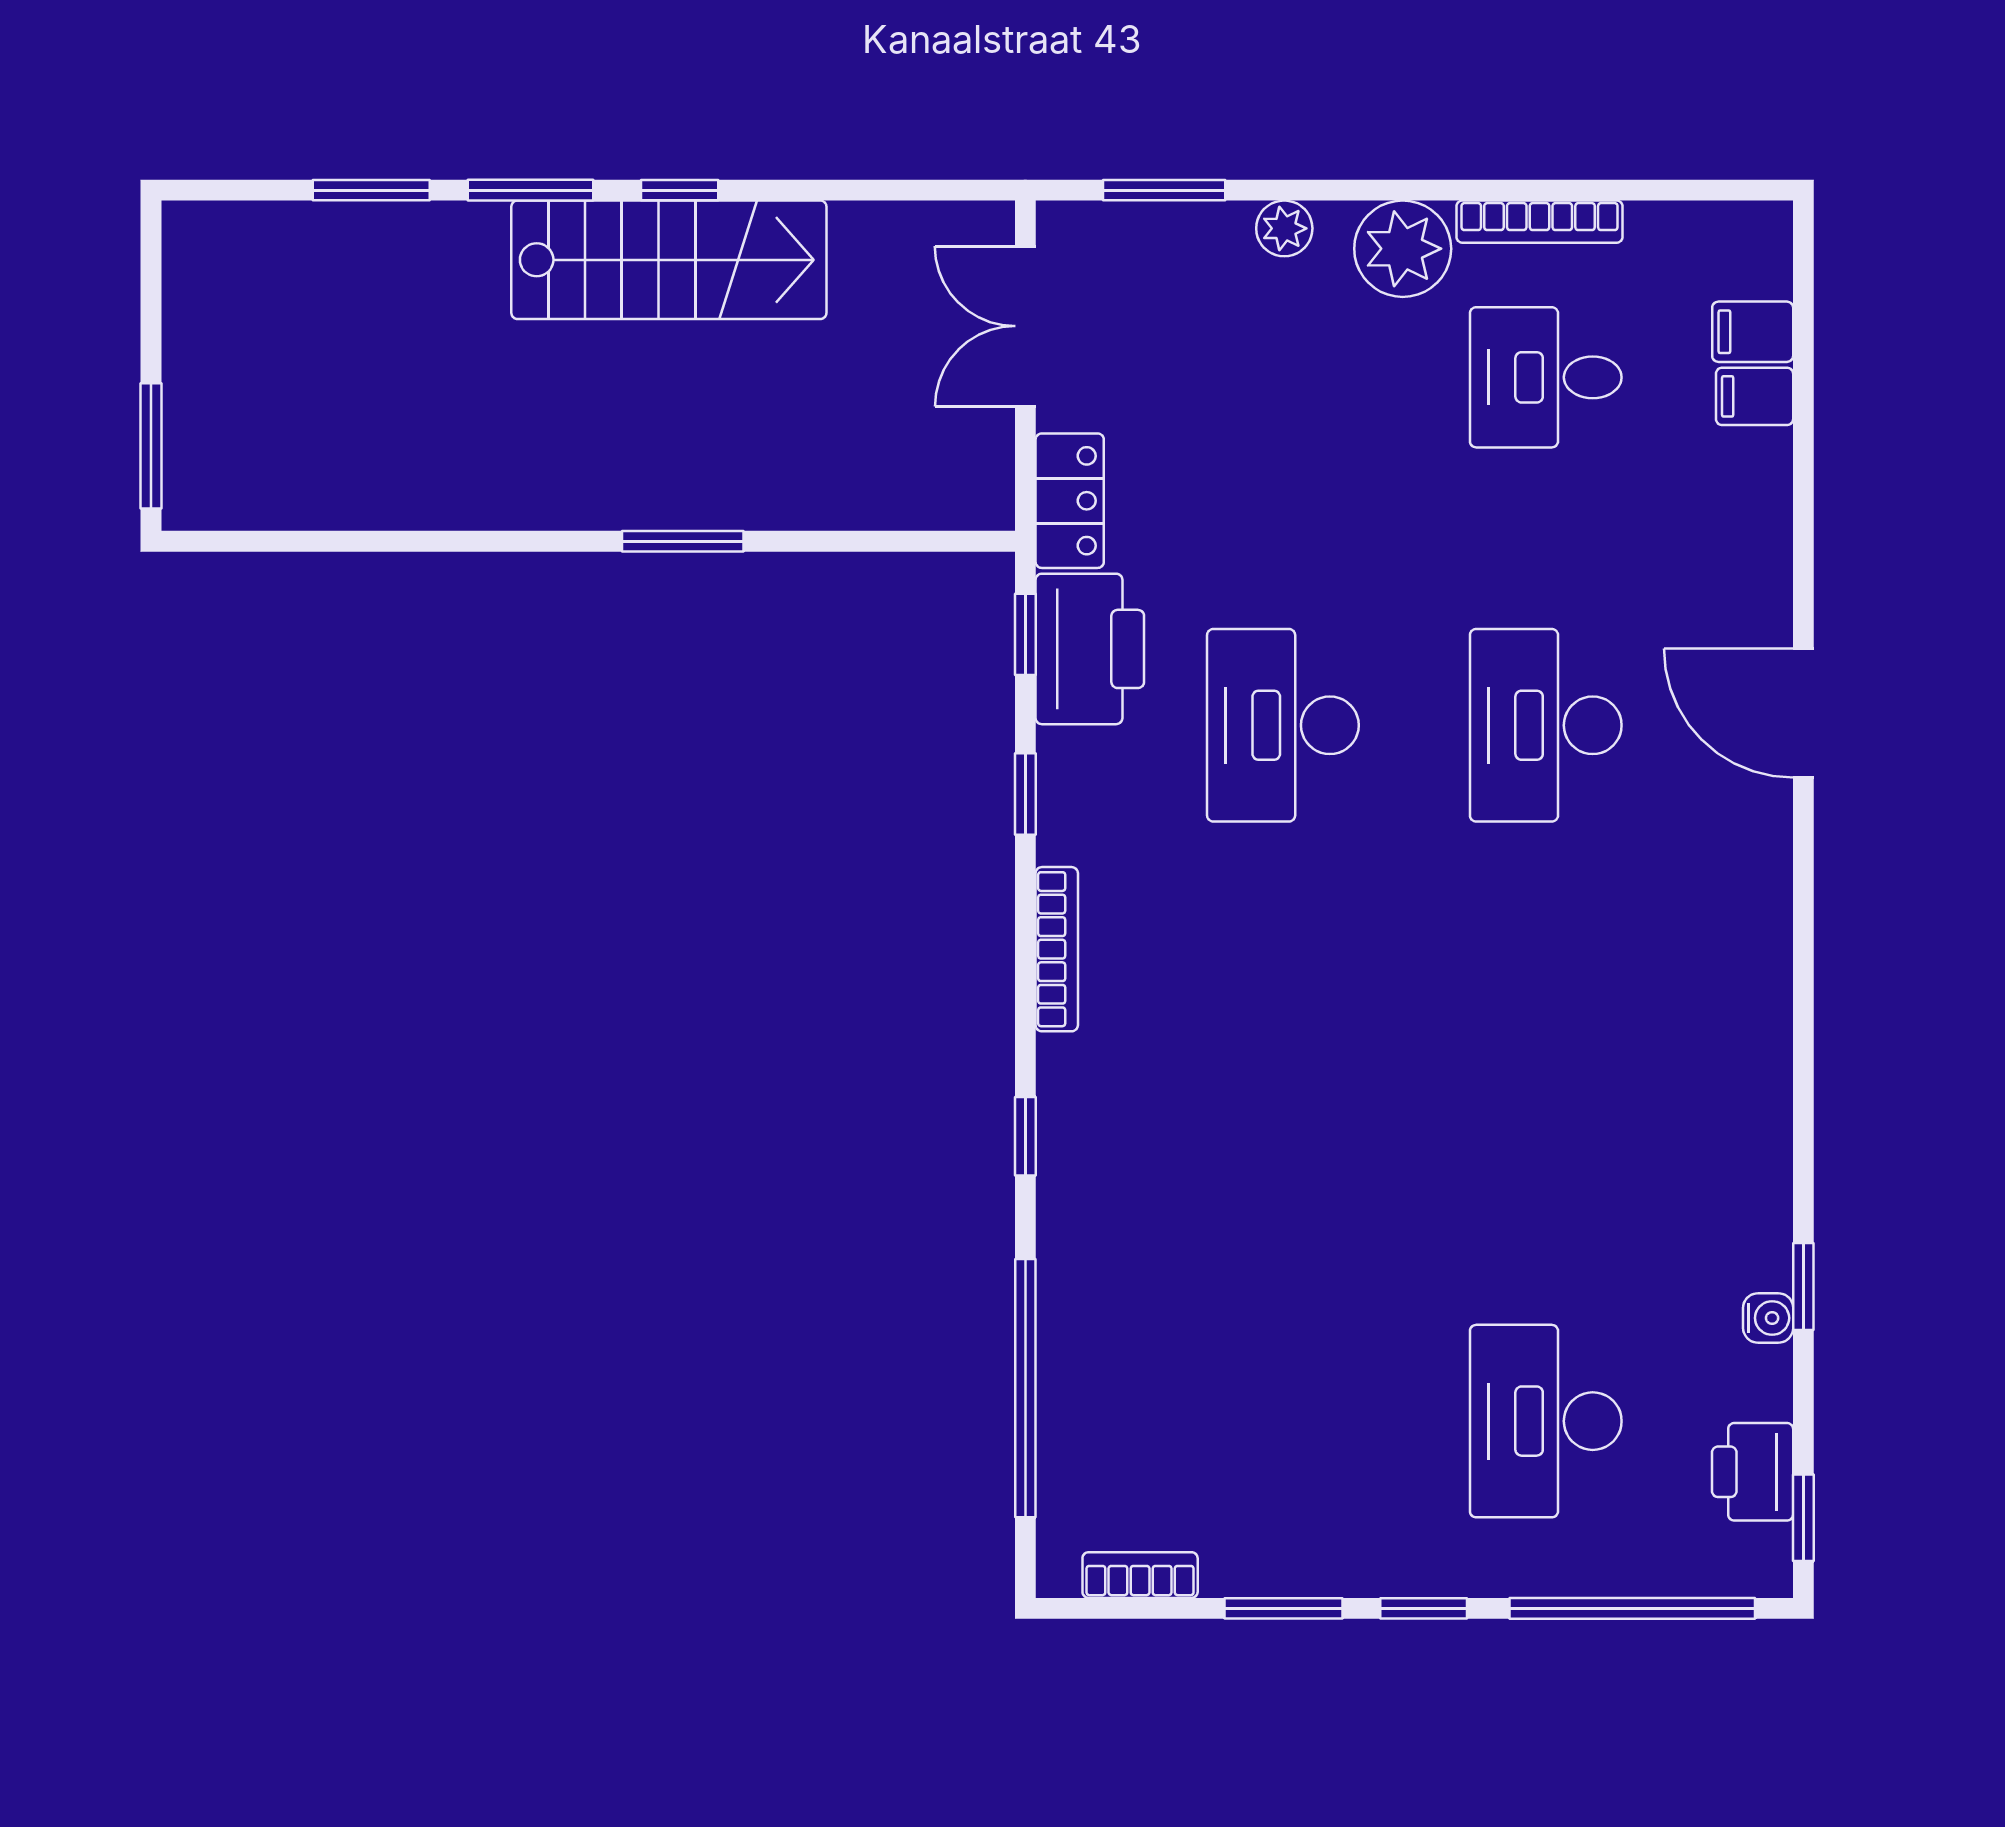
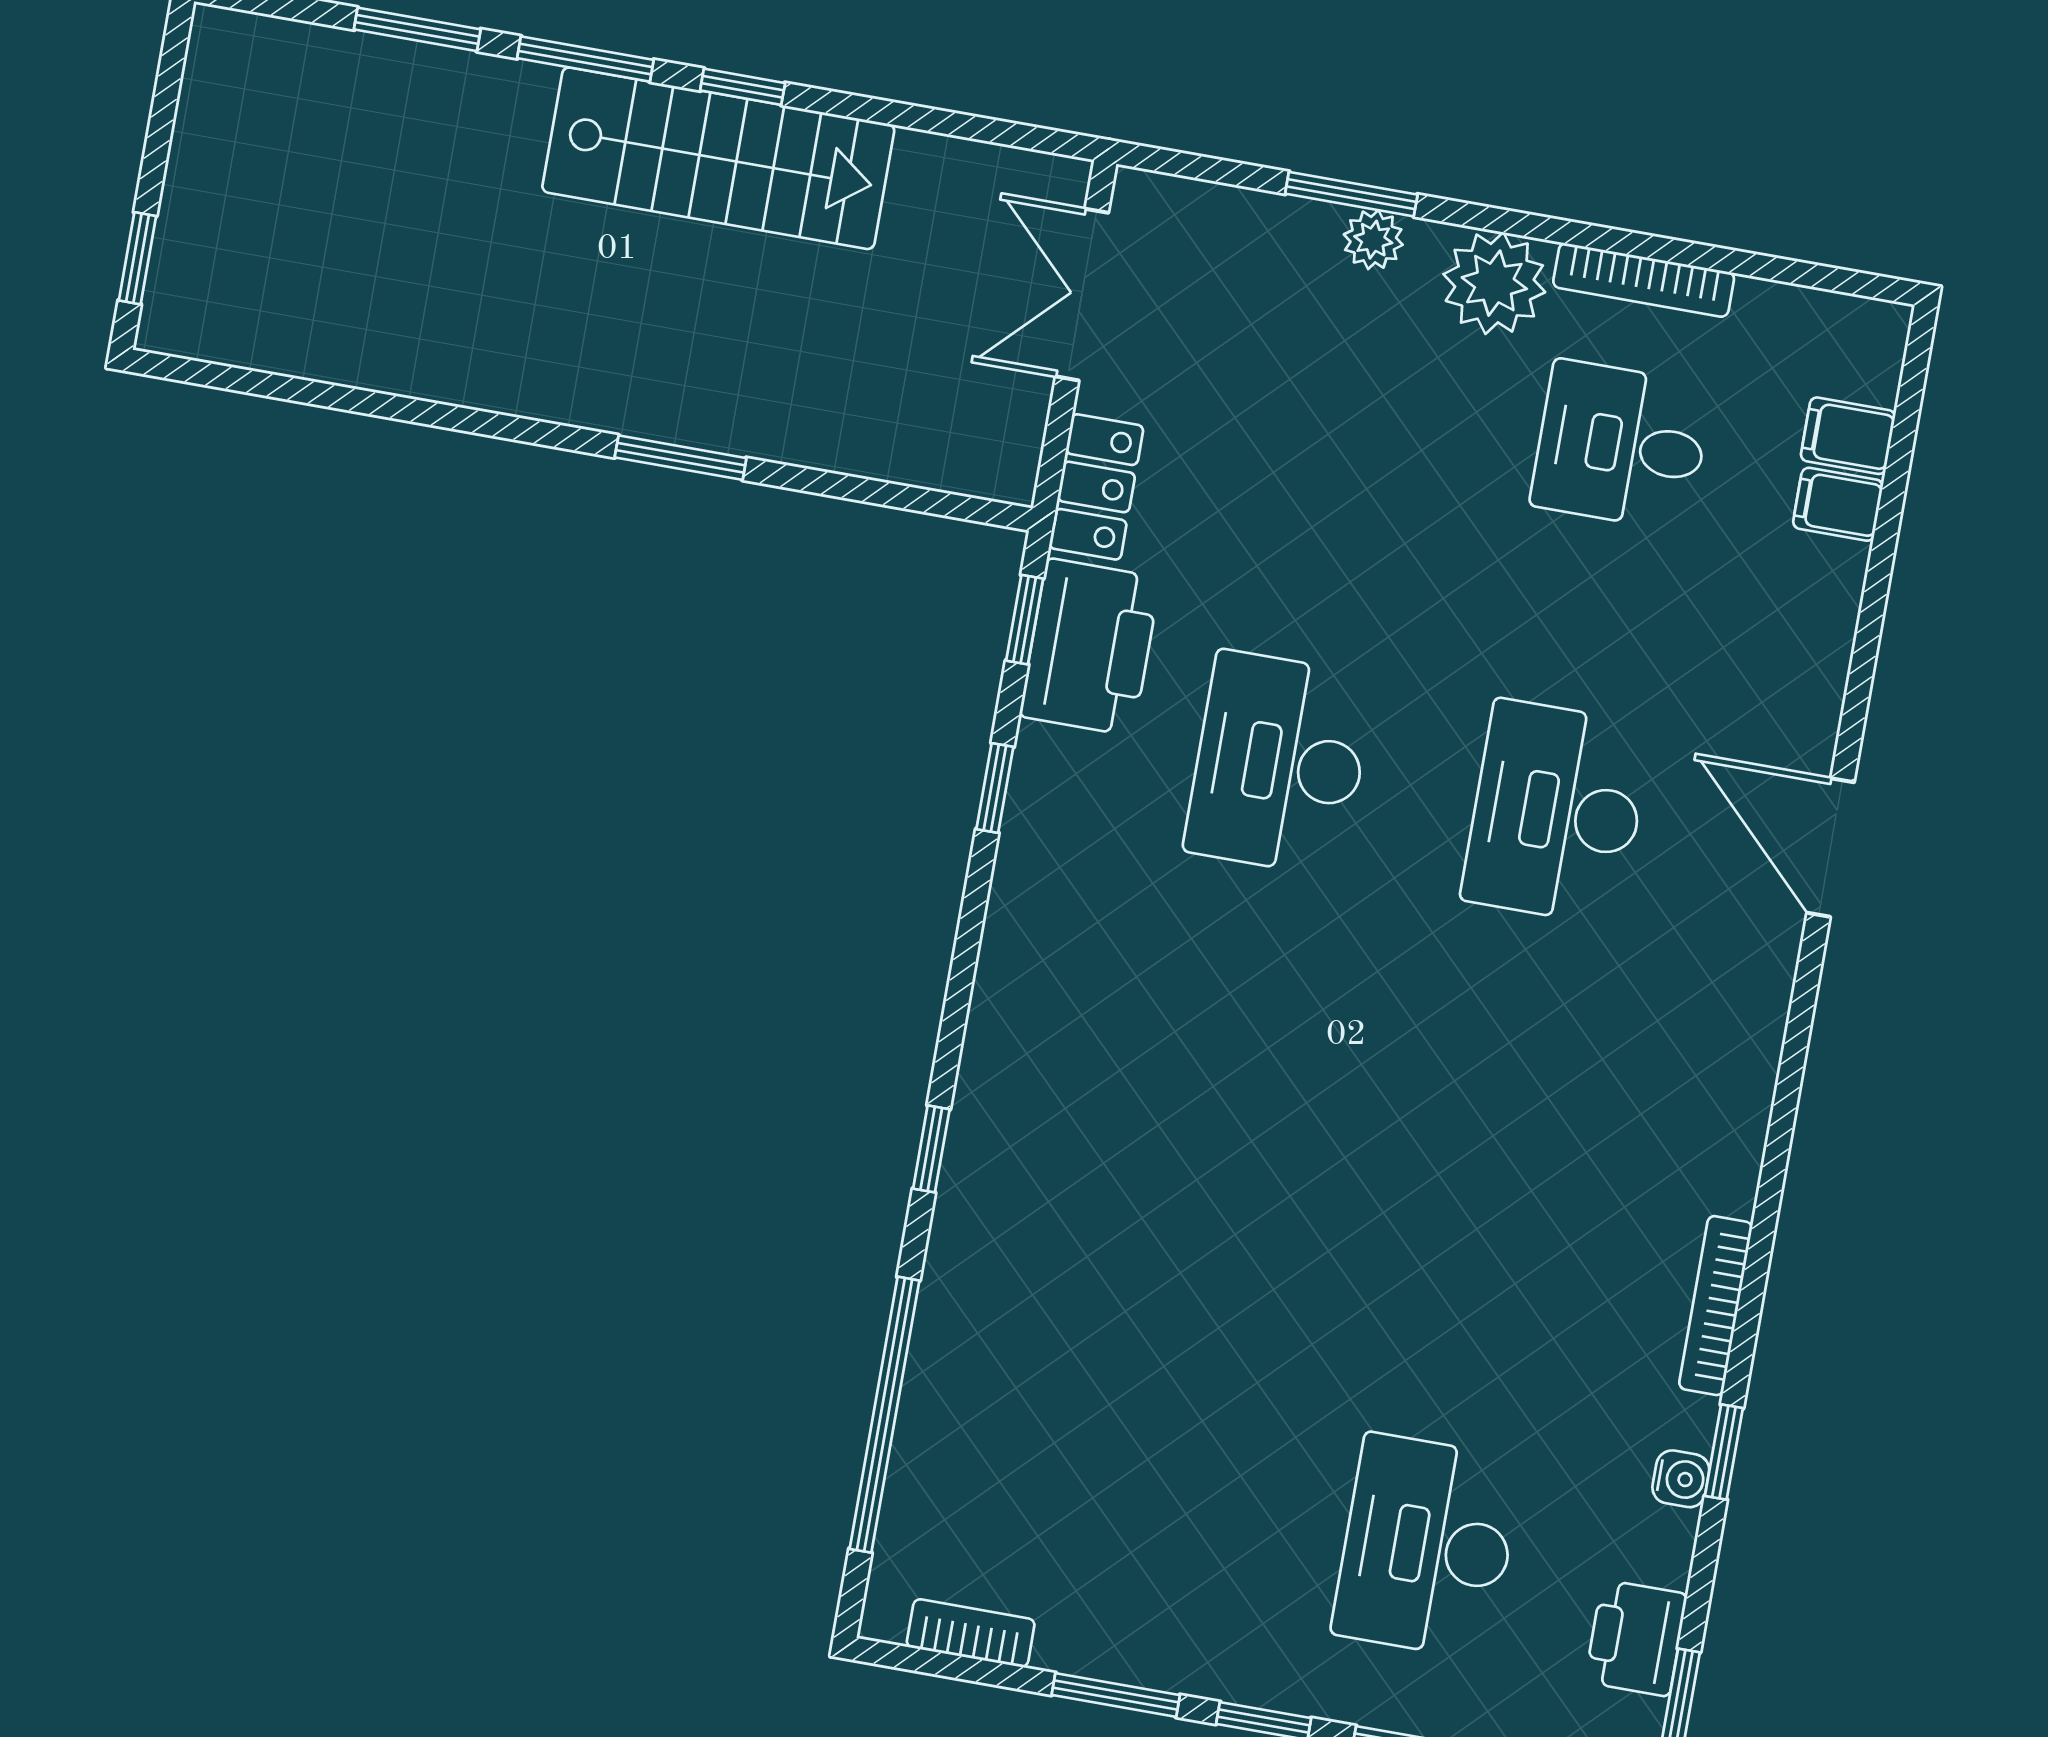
window: (1164, 190) -> (1351, 194), moved
window: (151, 446) -> (137, 258), width x0.67
bookcase: (1057, 949) -> (1716, 1306), moved, turned 180

